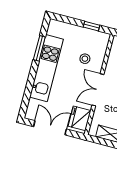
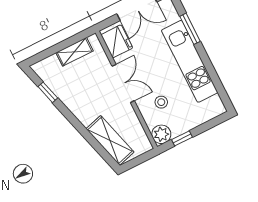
plant: (102, 39) -> (161, 134), added
window: (39, 48) -> (190, 29), moved

